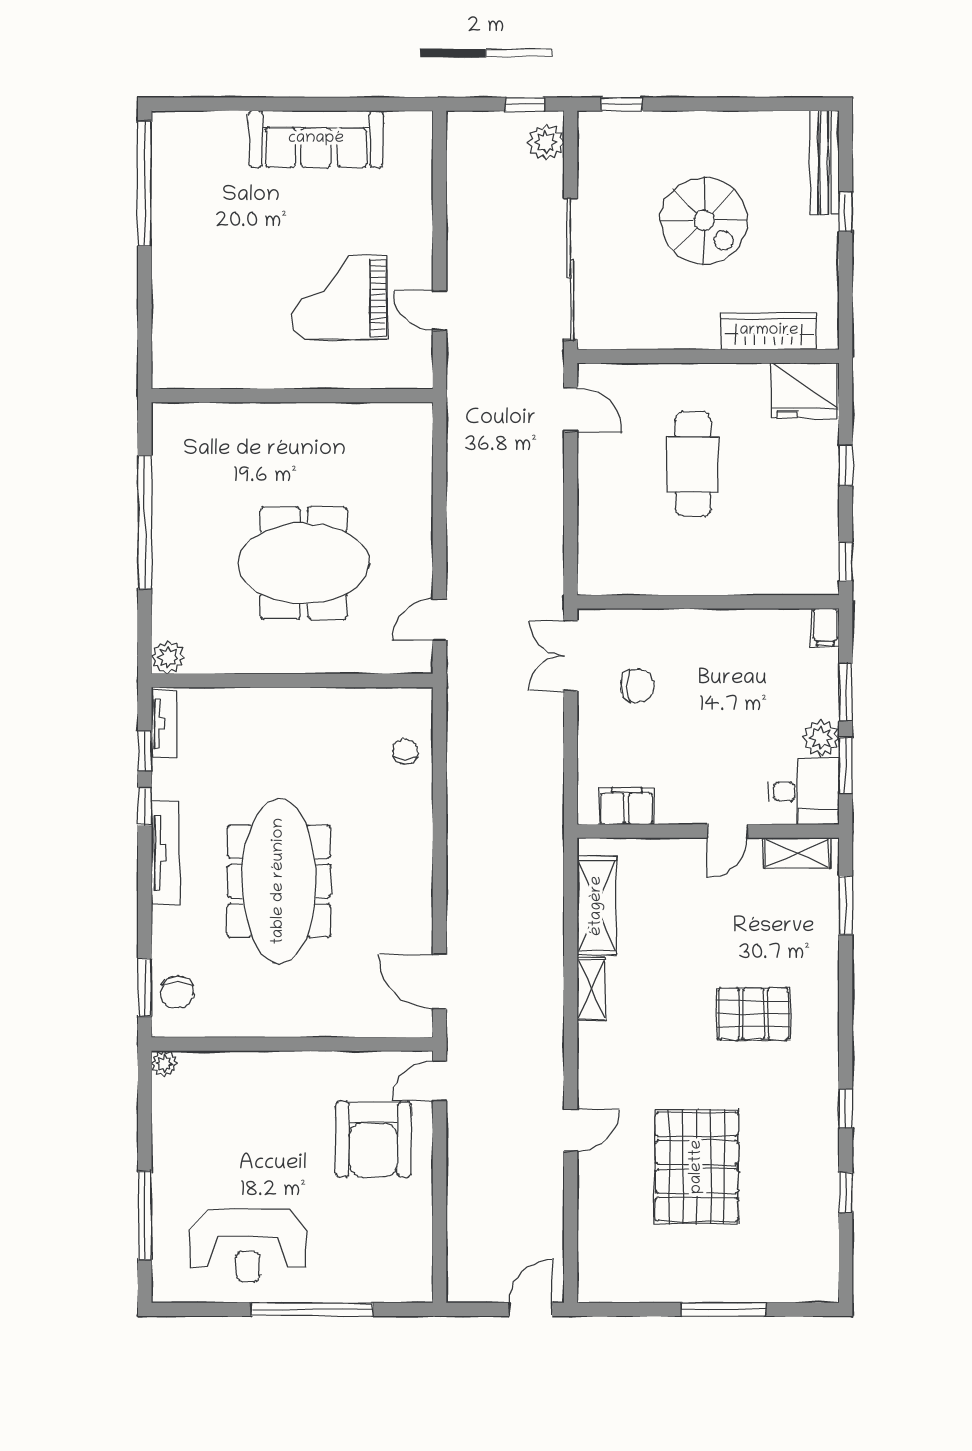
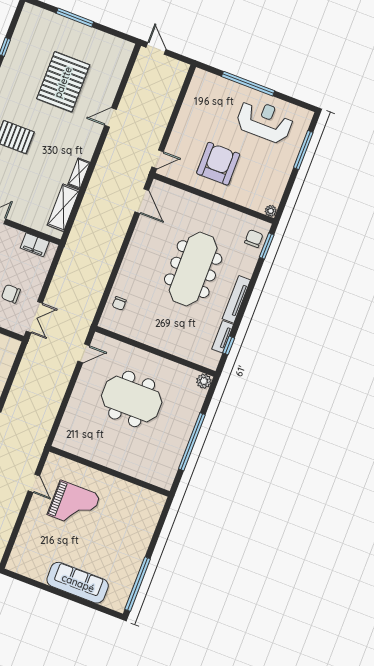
sofa: (316, 139) -> (78, 583), moved
tv unit: (164, 724) -> (223, 337), moved
window: (145, 807) -> (238, 322), removed
armchair: (373, 1139) -> (218, 164), moved
door: (531, 1309) -> (156, 48), swing flipped

